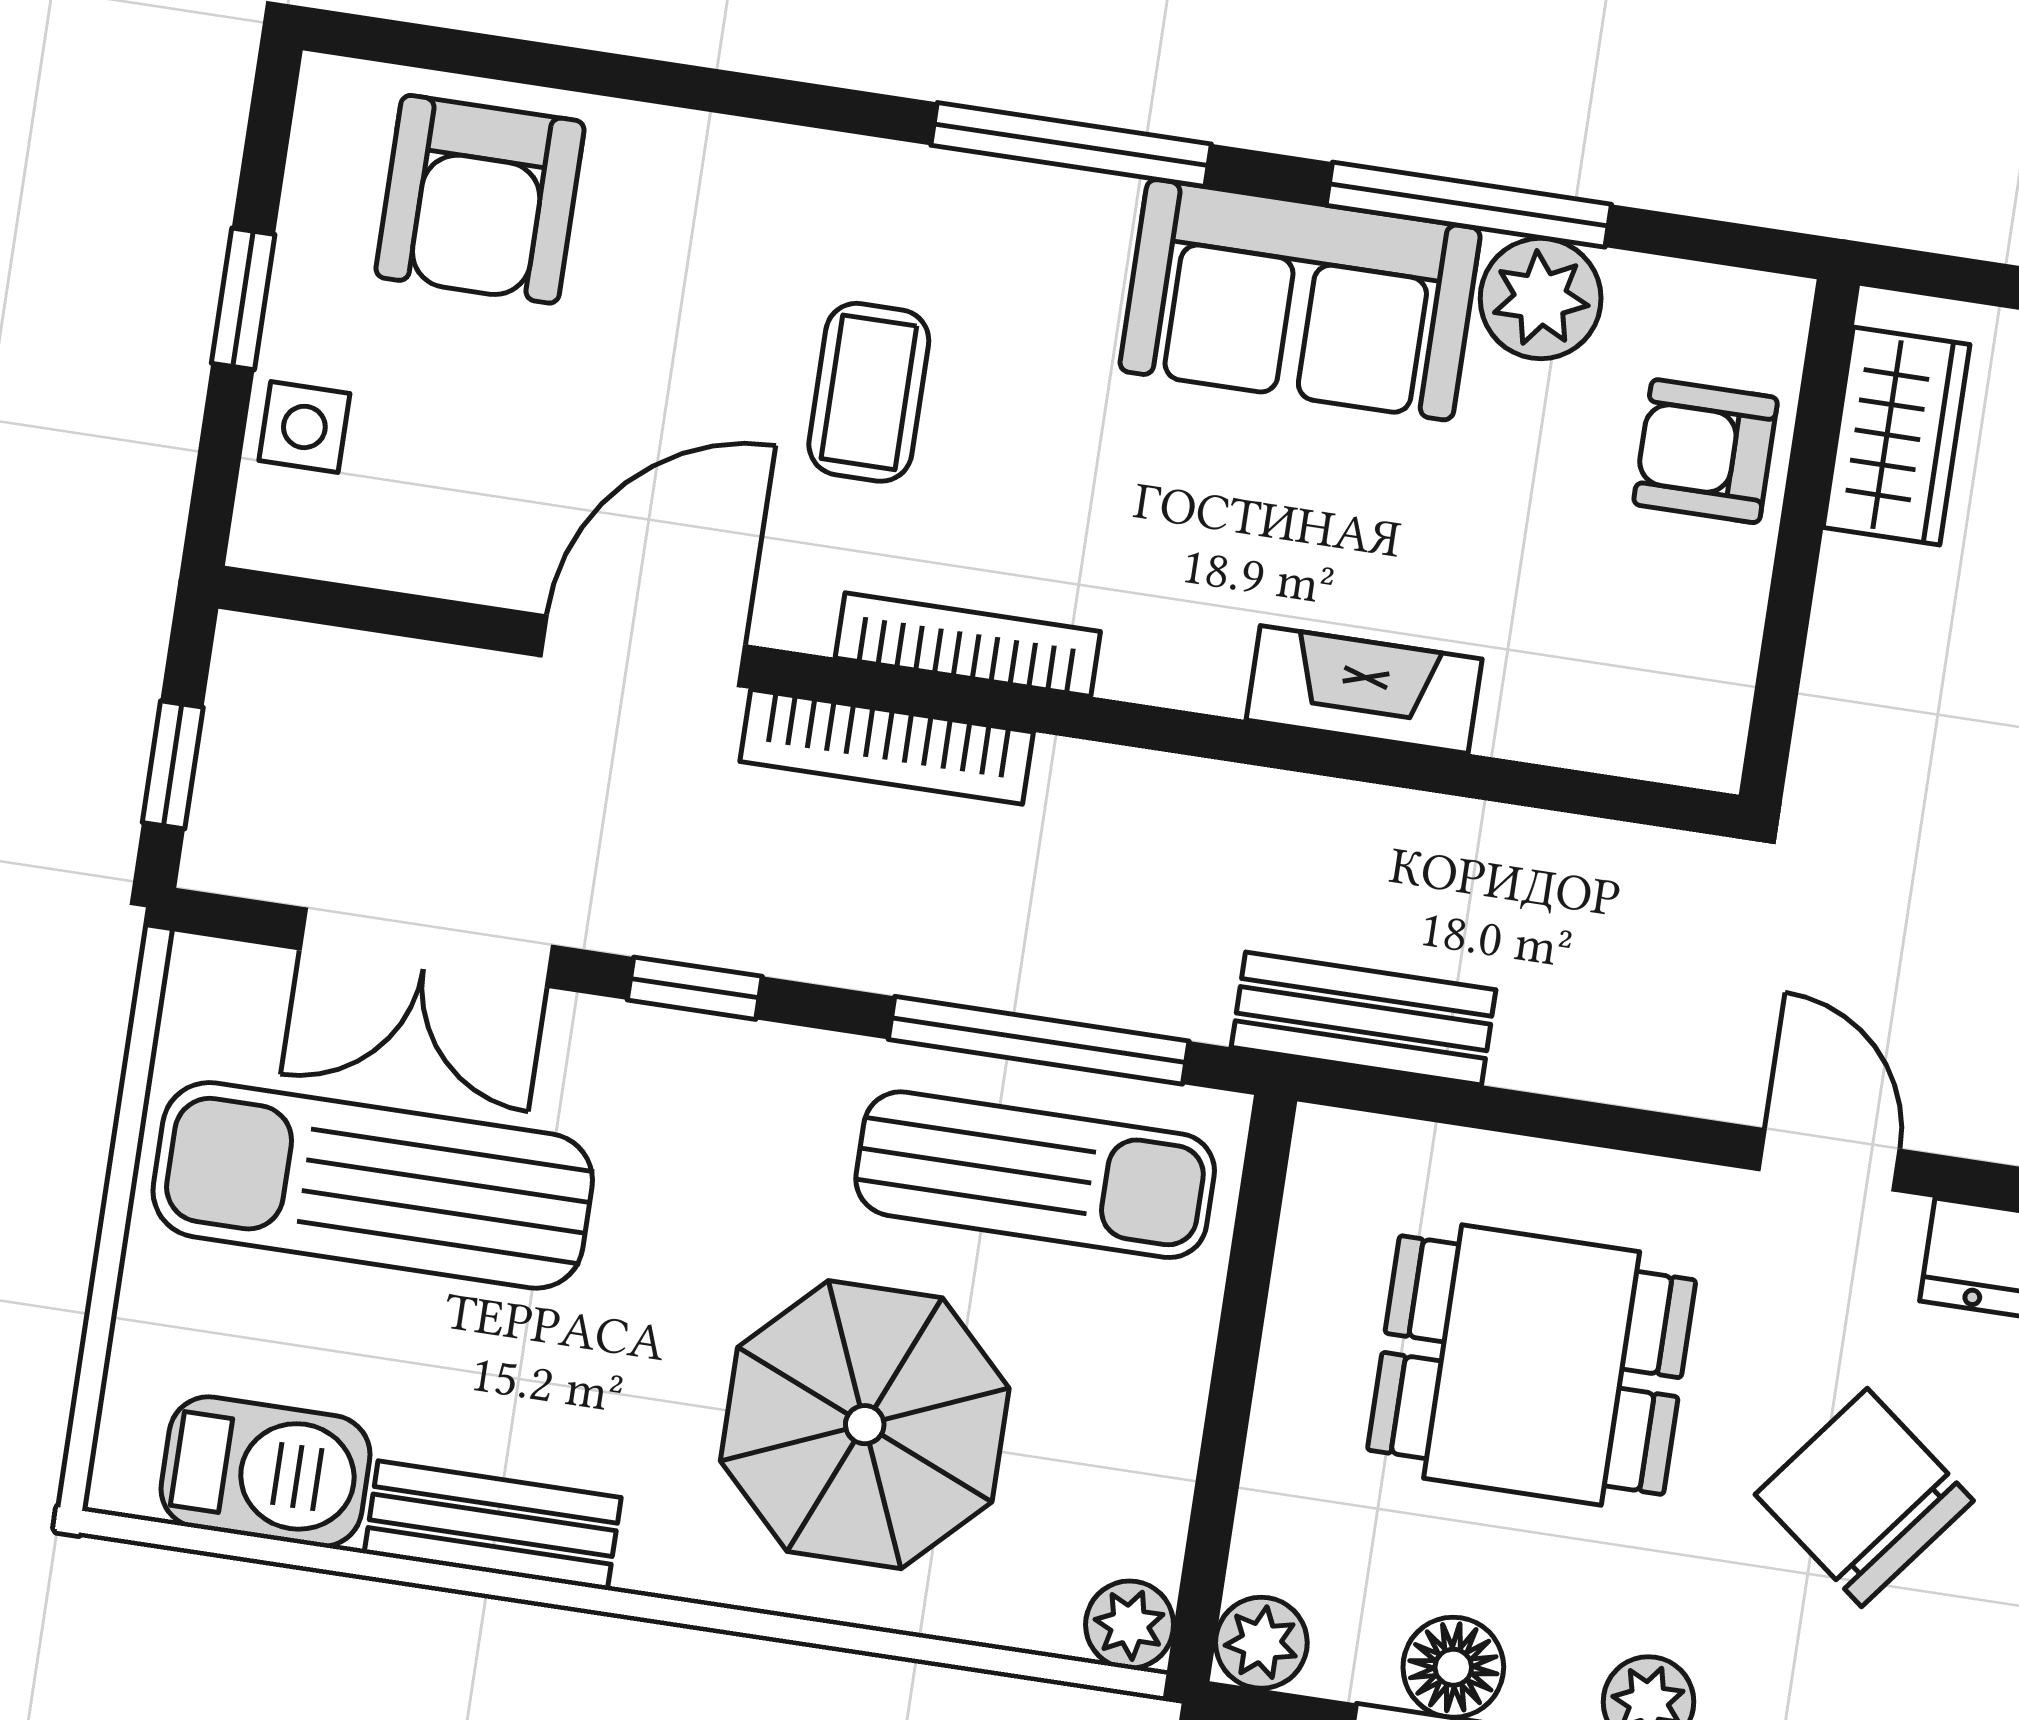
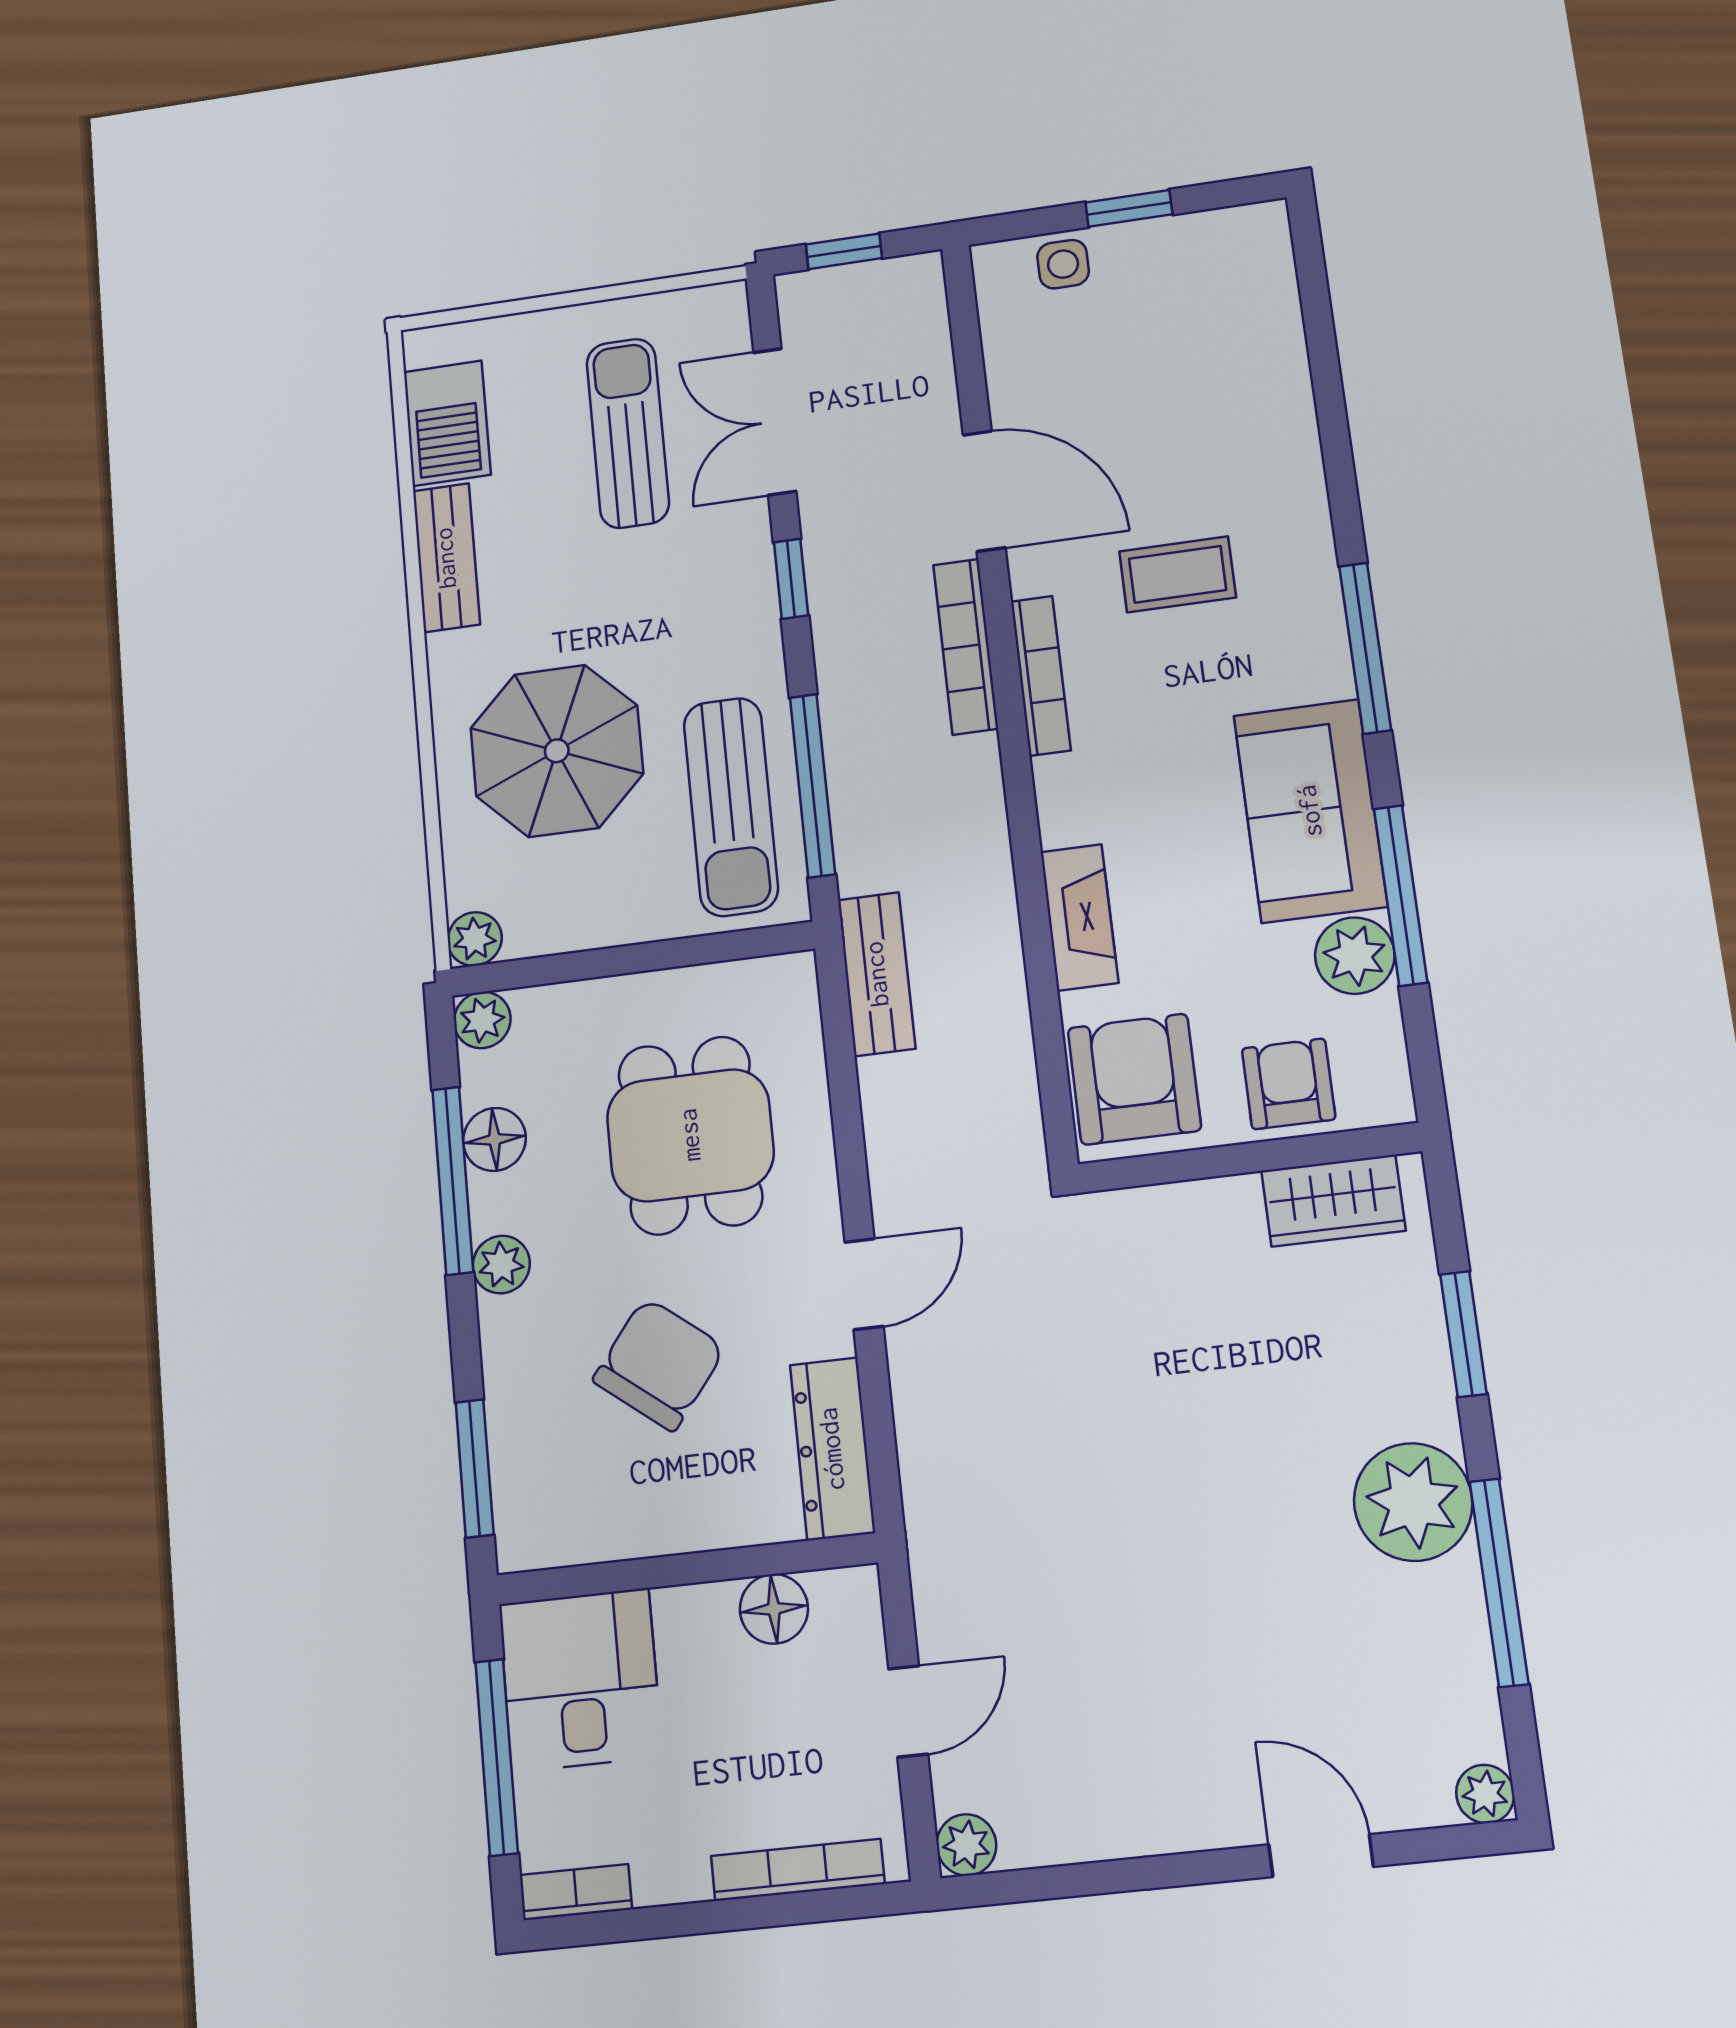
armchair: (480, 199) -> (1134, 1079), moved, turned 90
sun lounger: (373, 1185) -> (628, 433), width x0.73, depth x0.75

